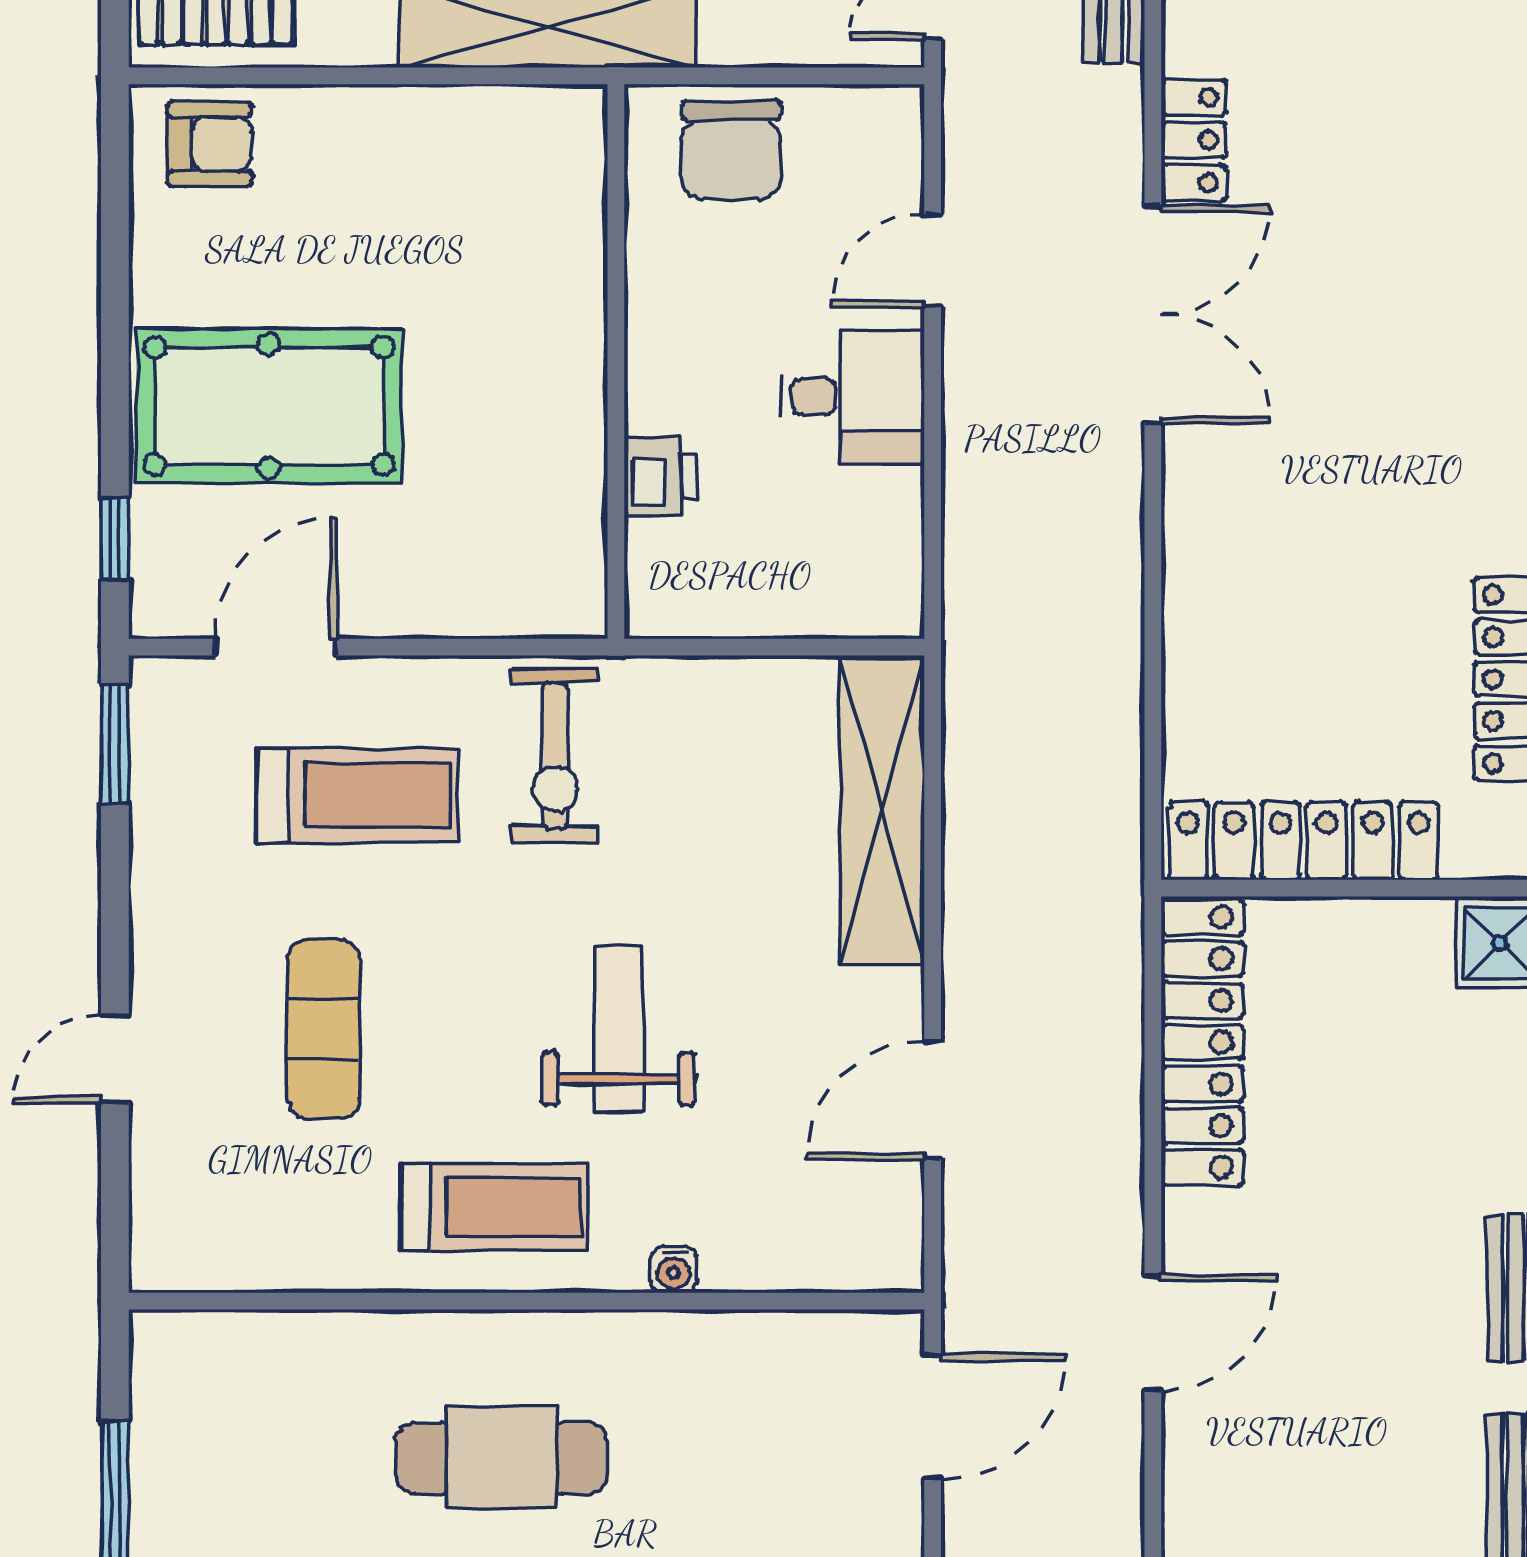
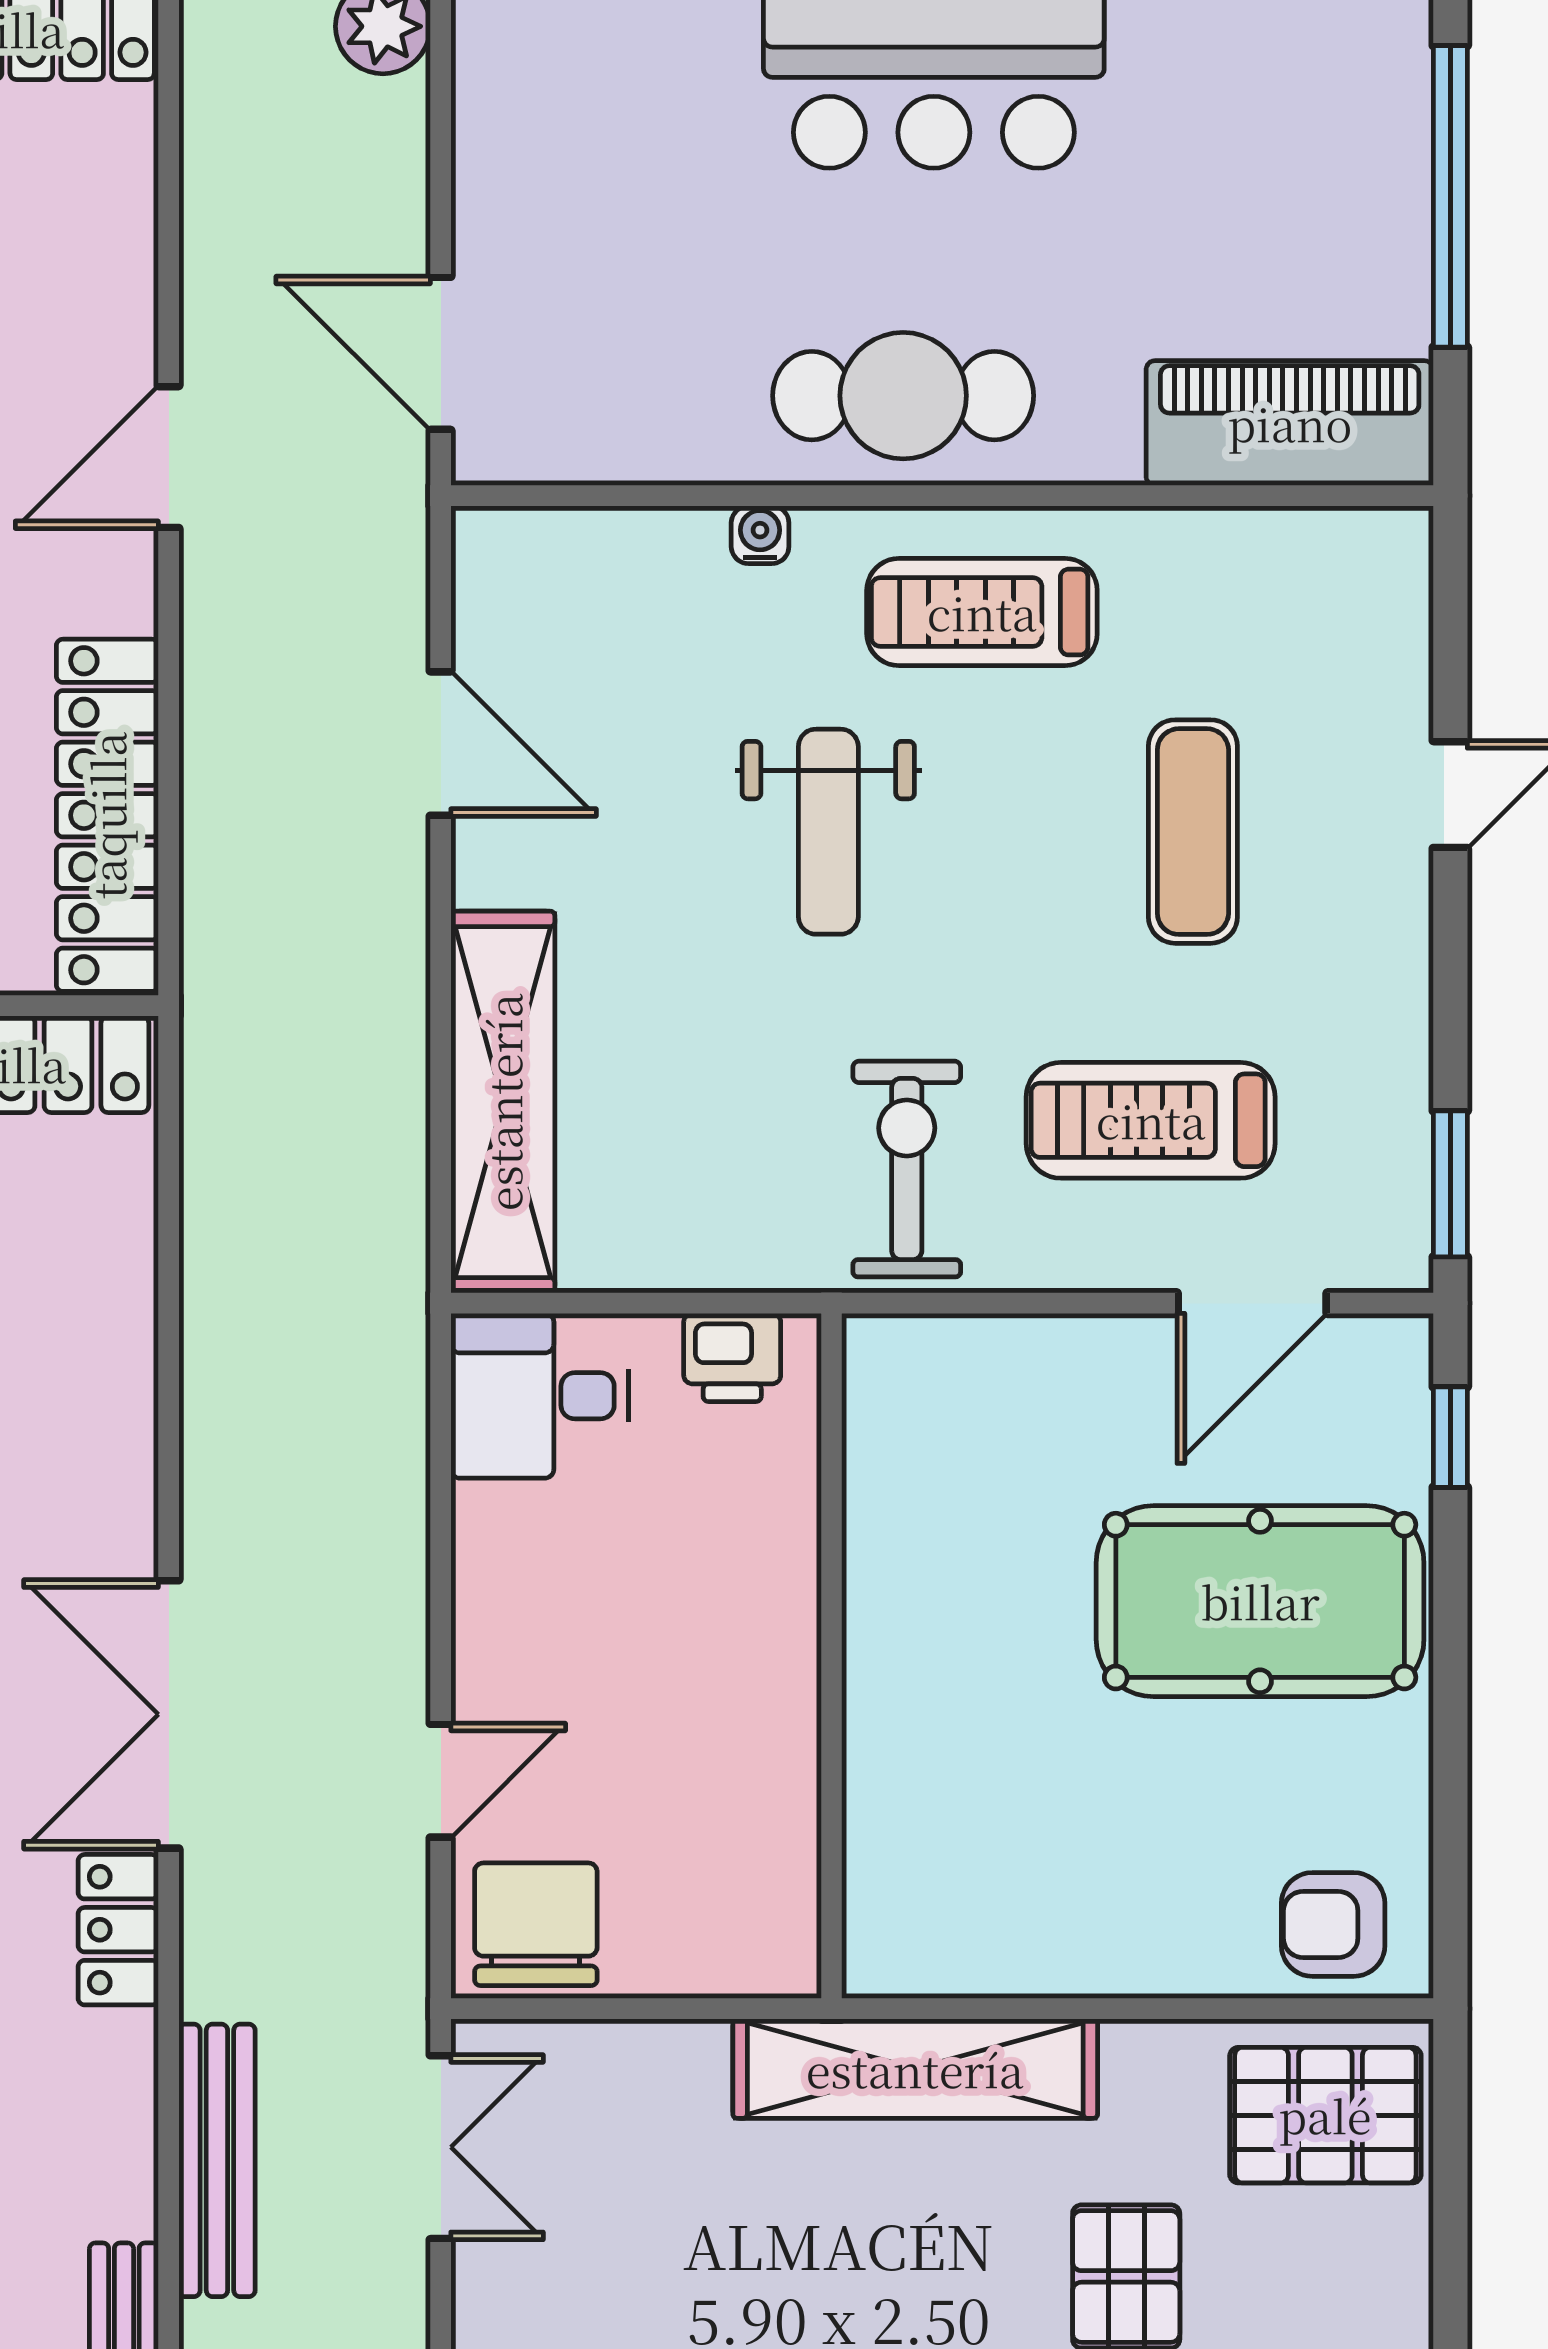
chair: (731, 150) -> (536, 1924), moved
desk: (852, 397) -> (540, 1396), moved
printer: (660, 476) -> (732, 1357), moved, turned -90
door: (933, 1100) -> (441, 744), hinge flipped
piano: (245, 1360) -> (1290, 423), added
door: (933, 1416) -> (441, 353), hinge flipped
cafe table: (501, 1458) -> (903, 396), moved

